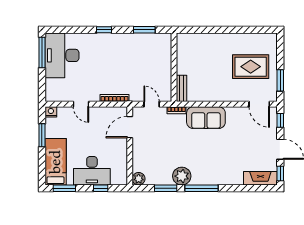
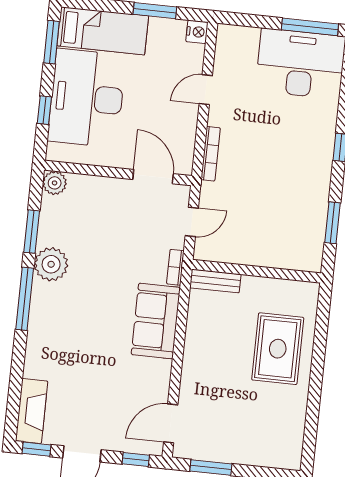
rug: (251, 67) -> (278, 349), moved
desk: (92, 171) -> (87, 98), width x1.36, depth x1.30

